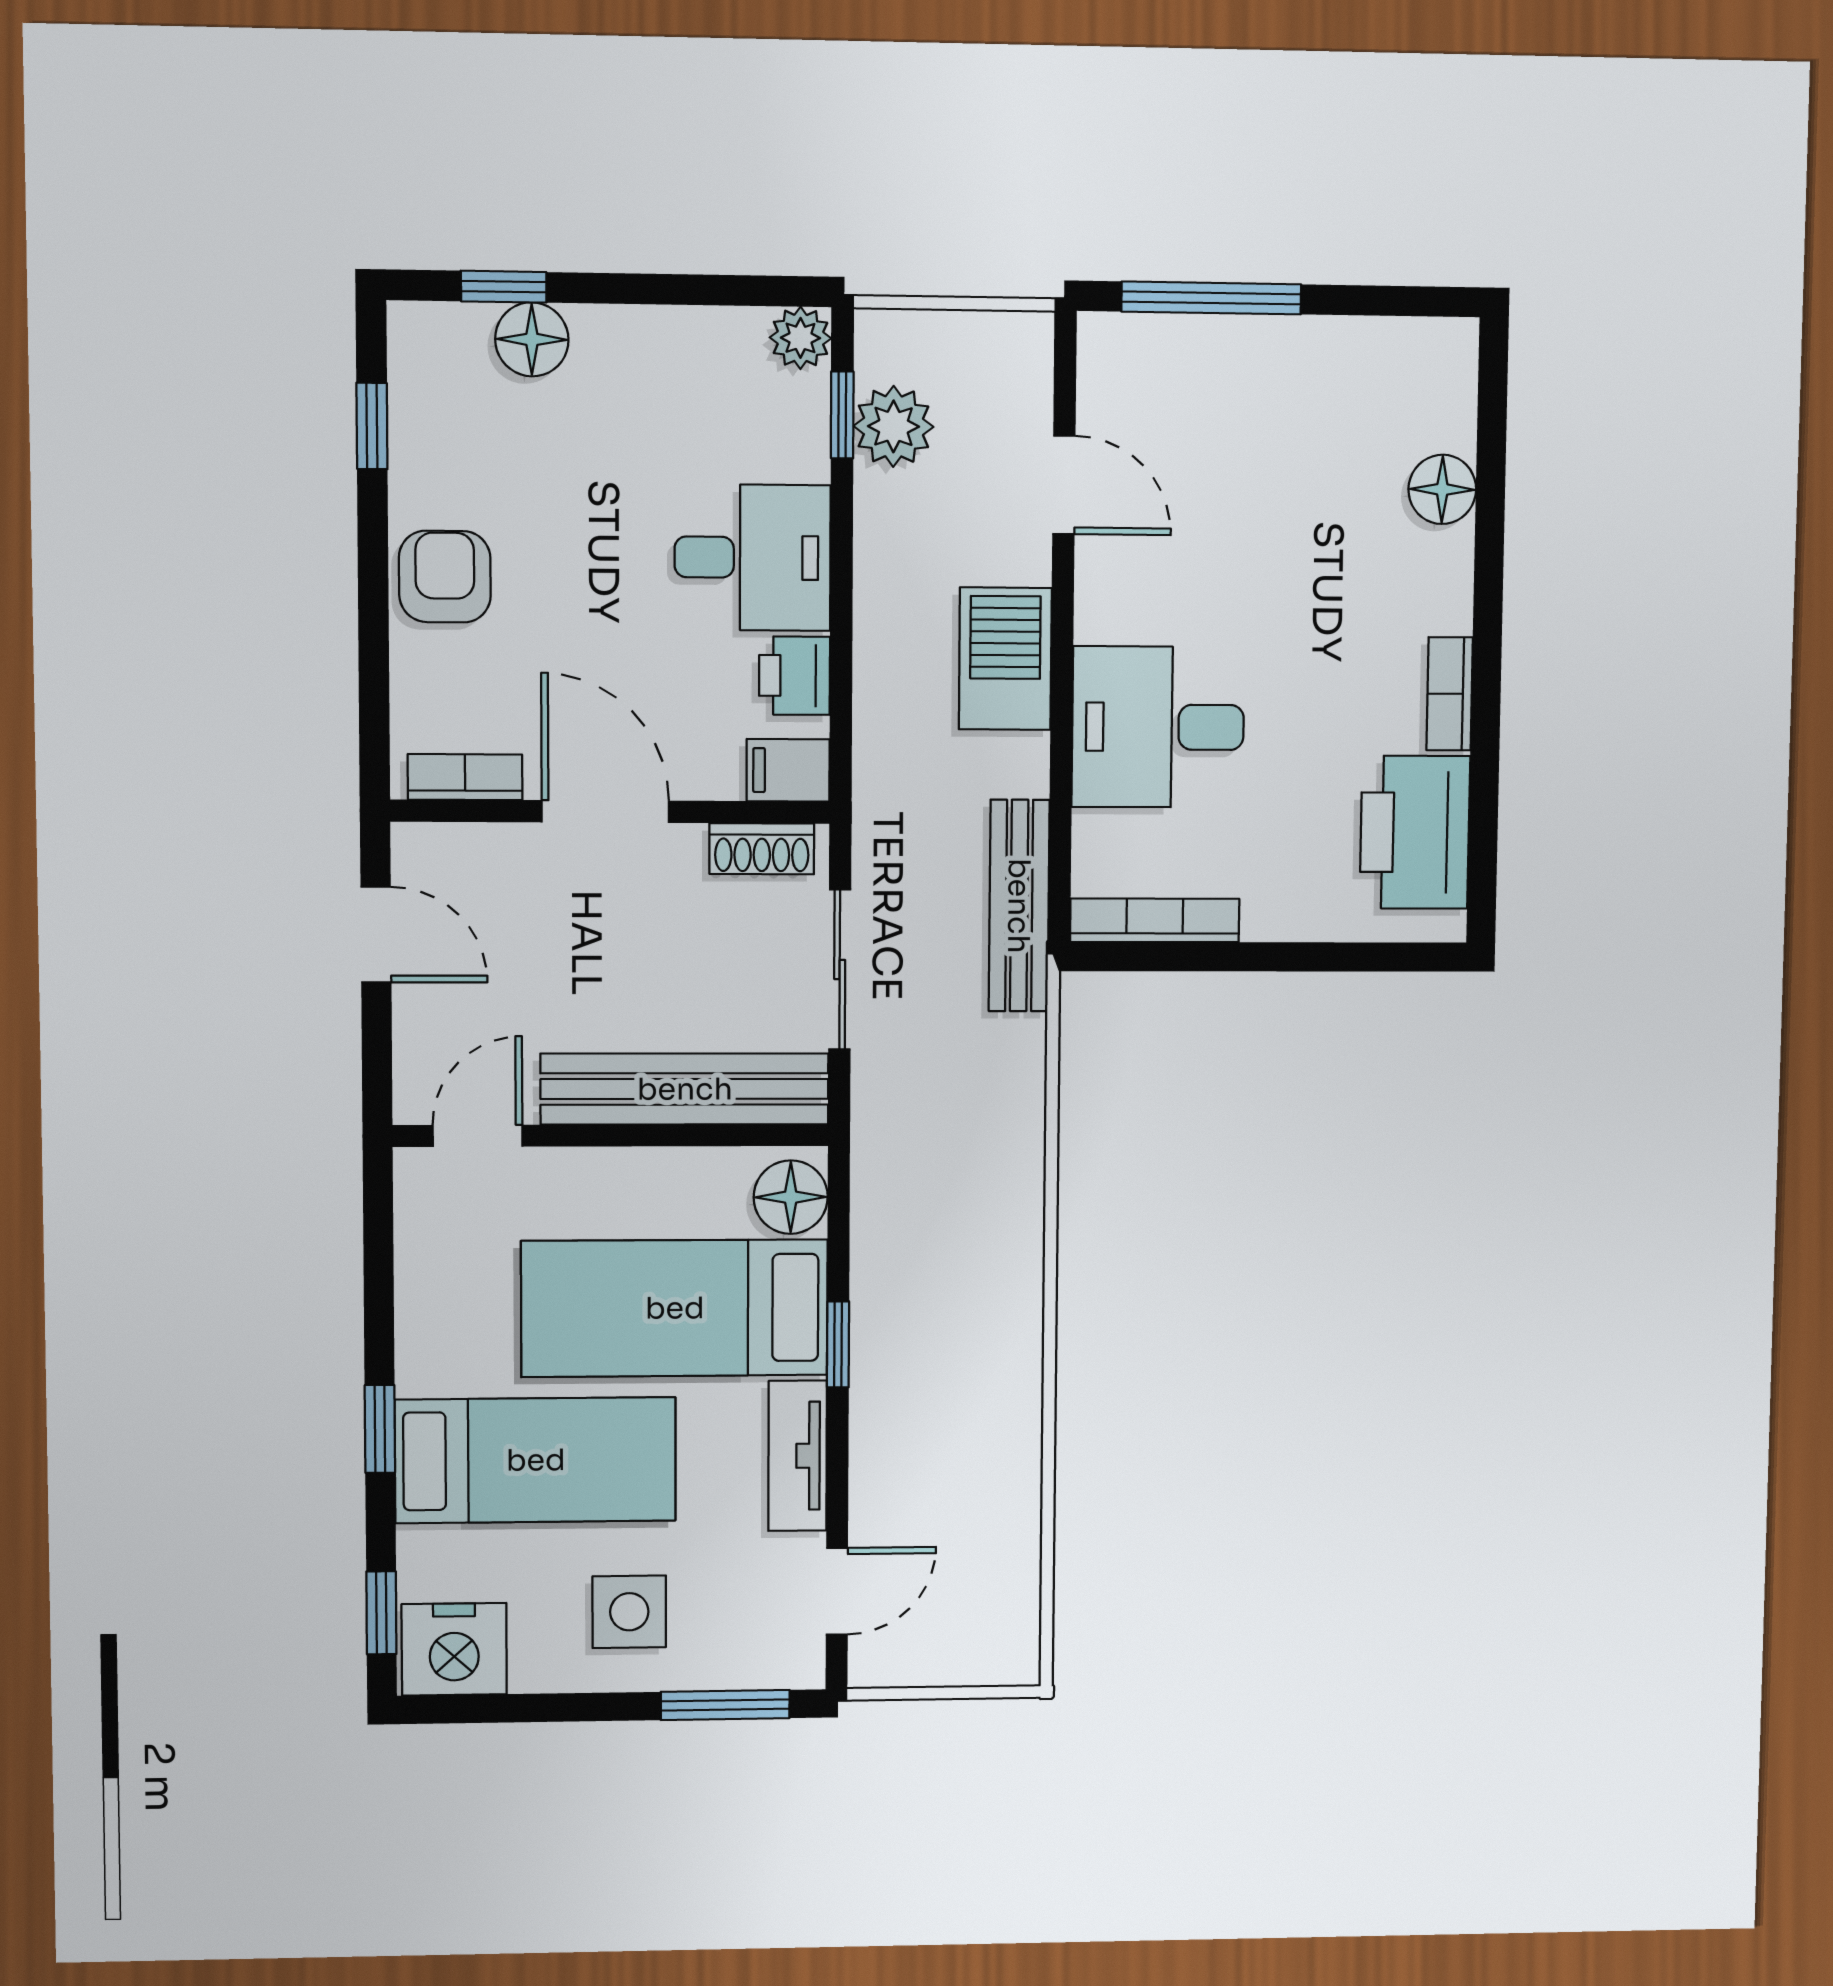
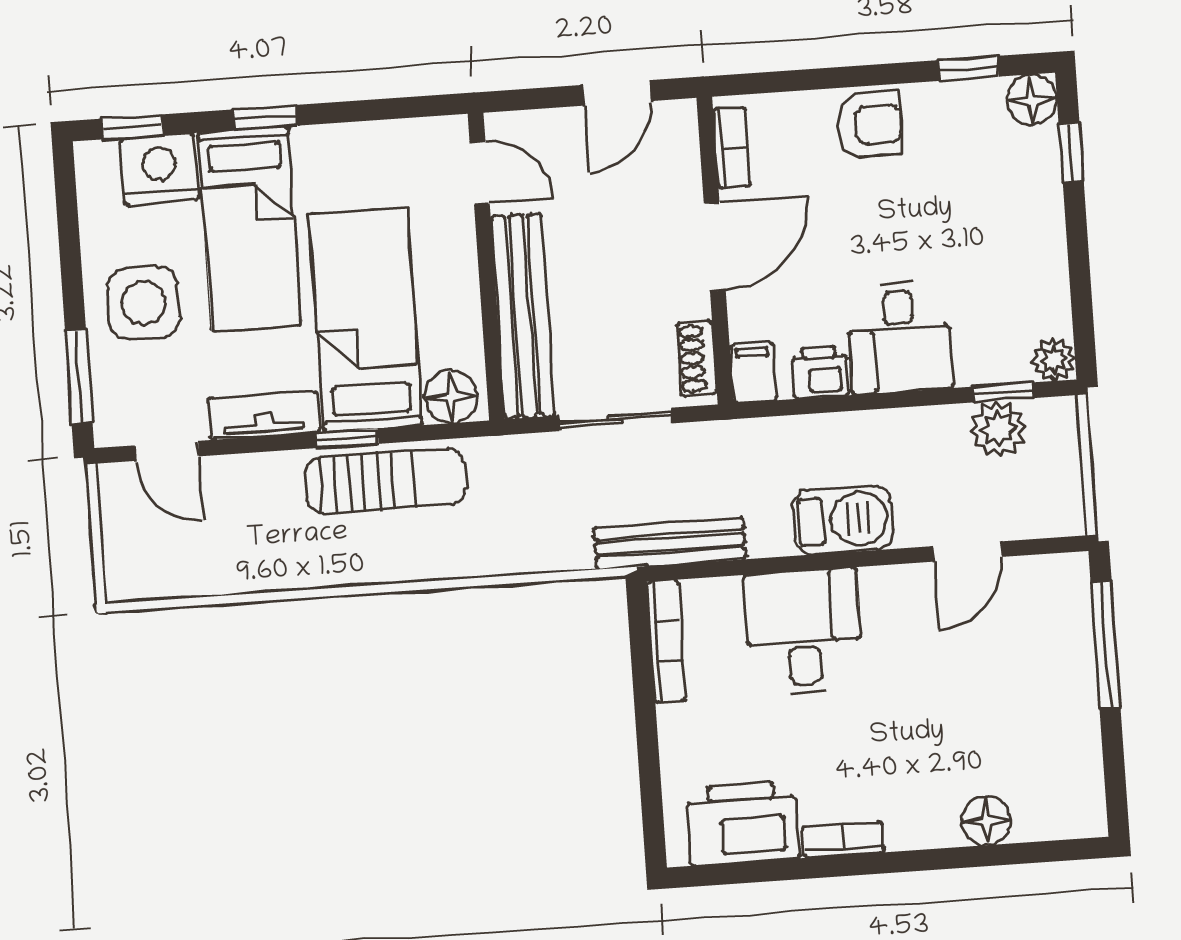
floor lamp: (532, 339) -> (1032, 100), moved
sun lounger: (901, 1295) -> (386, 481), added
side table: (629, 1612) -> (143, 303), width x1.37, depth x1.37
nightstand: (454, 1649) -> (159, 169), moved, turned 90

